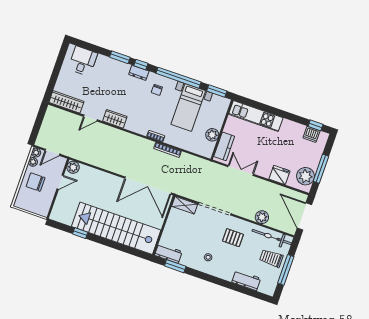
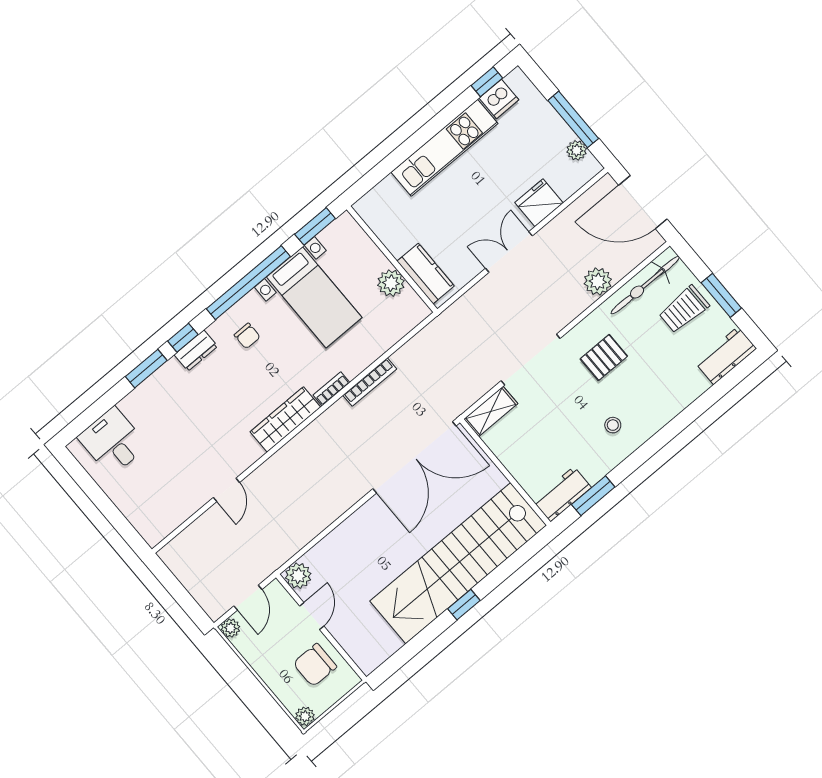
wardrobe: (66, 102) -> (170, 516), removed
kitchen unit: (256, 116) -> (444, 148), moved
wardrobe: (115, 119) -> (285, 419), moved, width x1.50
plant: (33, 162) -> (305, 716), moved
double door: (241, 170) -> (509, 252), moved
plant: (305, 176) -> (577, 150), width x0.53, depth x0.53
chair: (36, 182) -> (315, 665), moved
window: (80, 233) -> (464, 605), moved
window: (286, 270) -> (721, 295), width x0.69
workbench: (246, 280) -> (726, 356), moved

